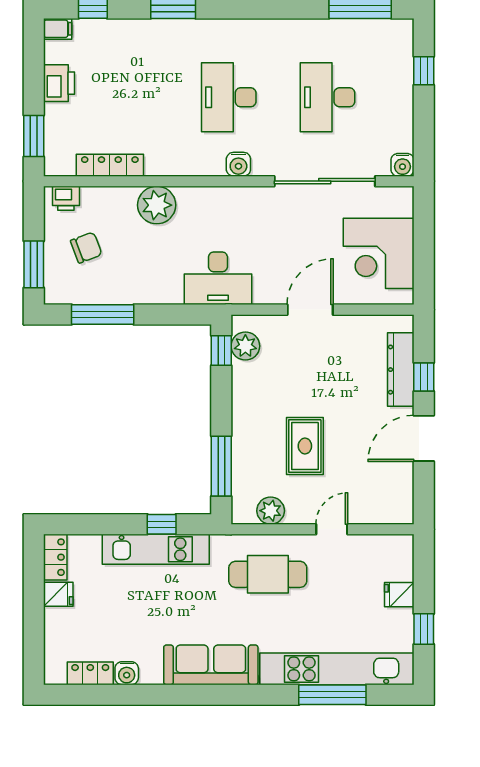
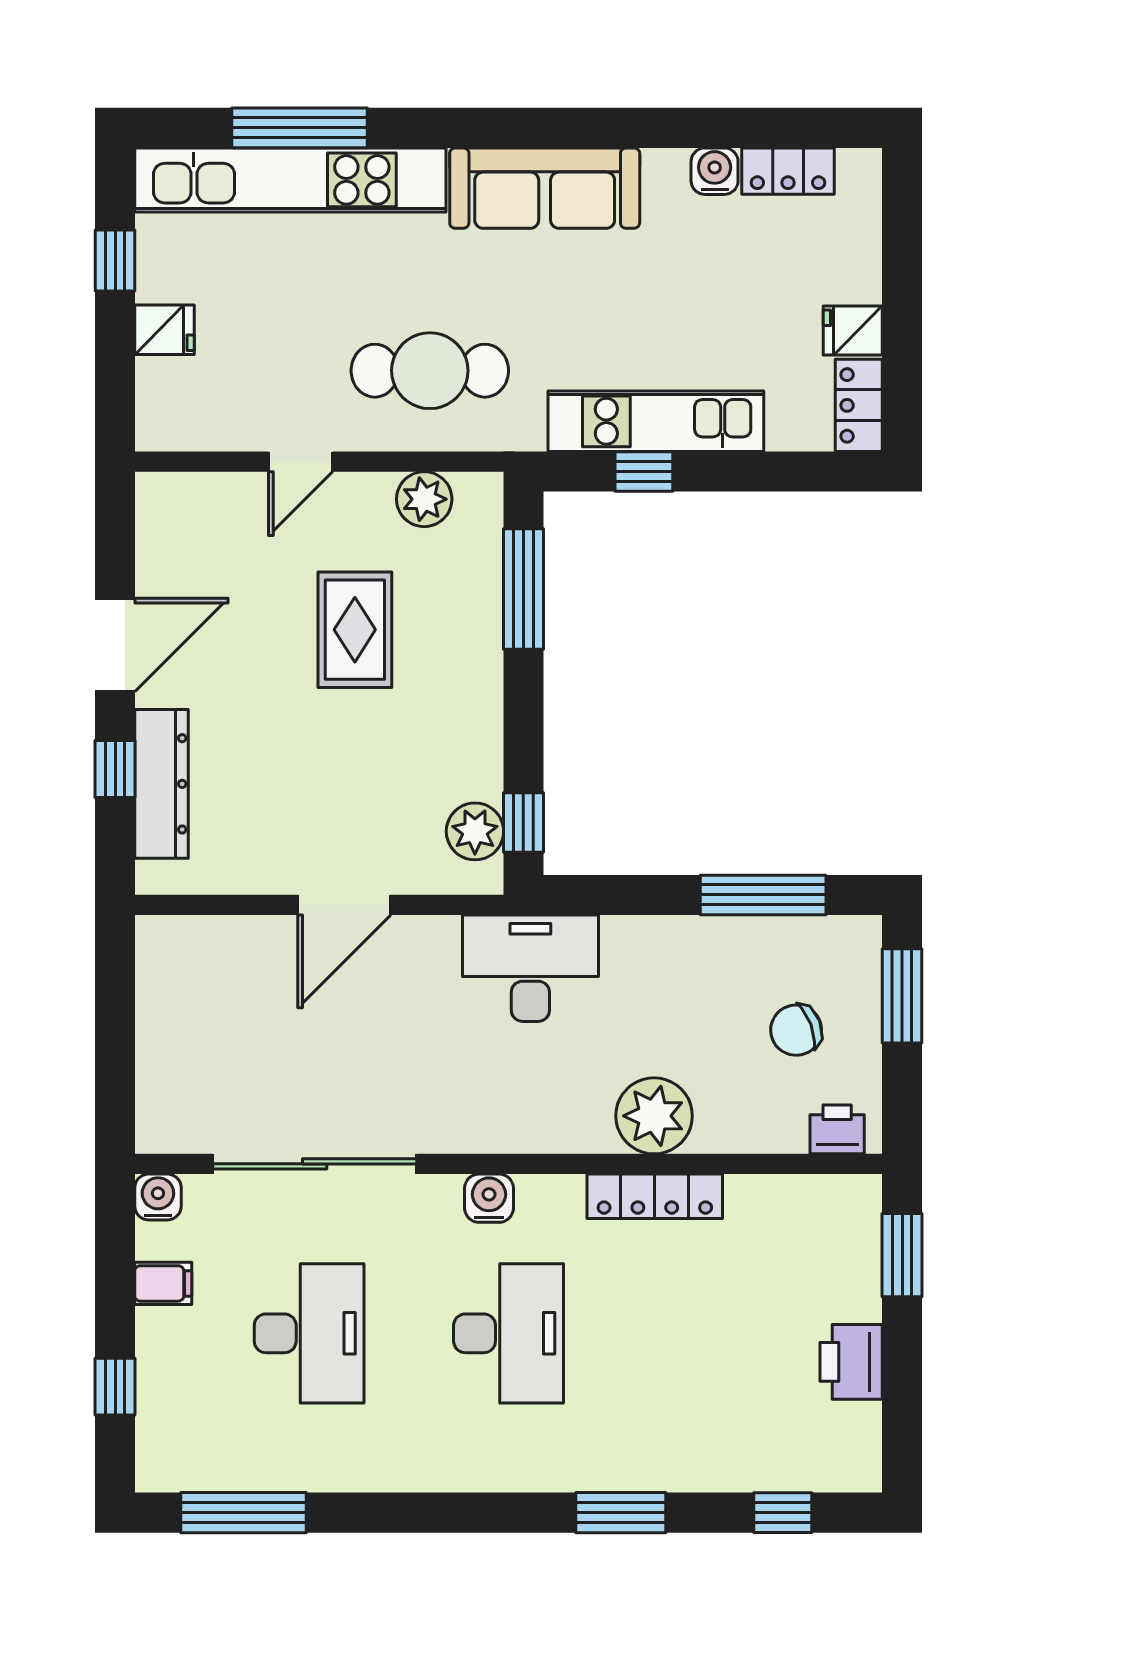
filing cabinet: (58, 29) -> (163, 1283), moved, turned 180
locker: (110, 165) -> (655, 1196), moved
corner desk: (379, 253) -> (206, 1018), removed

